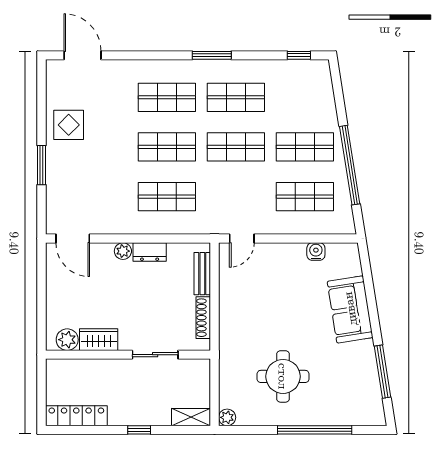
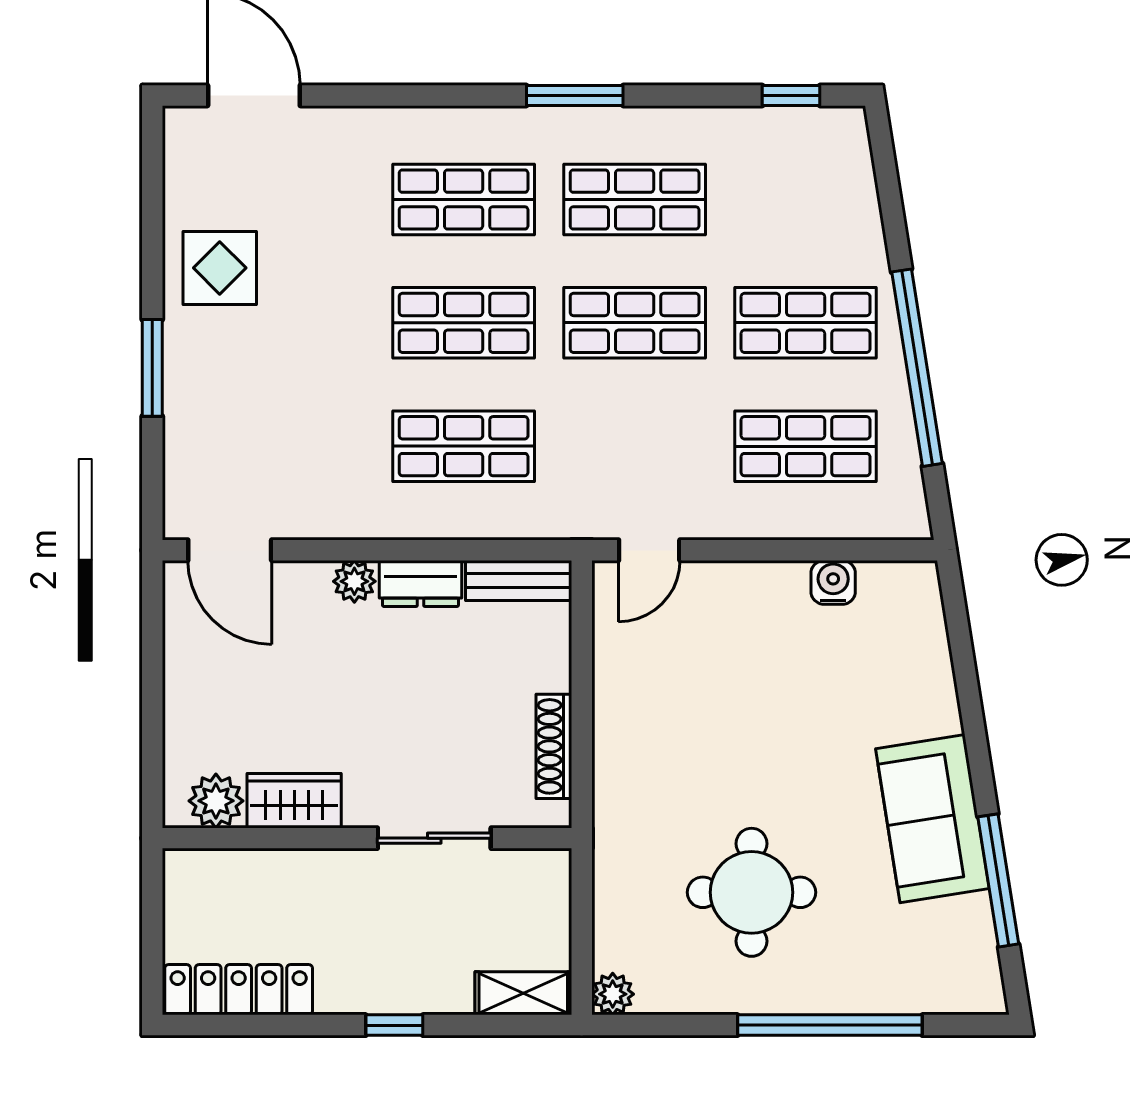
bench: (202, 274) -> (519, 581), moved, turned 90
sofa: (350, 309) -> (933, 819), moved

